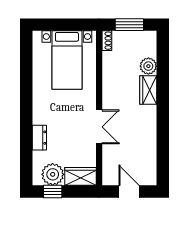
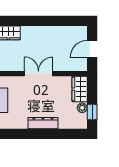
dresser: (39, 138) -> (43, 123), width x1.44
plant: (53, 174) -> (82, 108), width x0.53, depth x0.53

